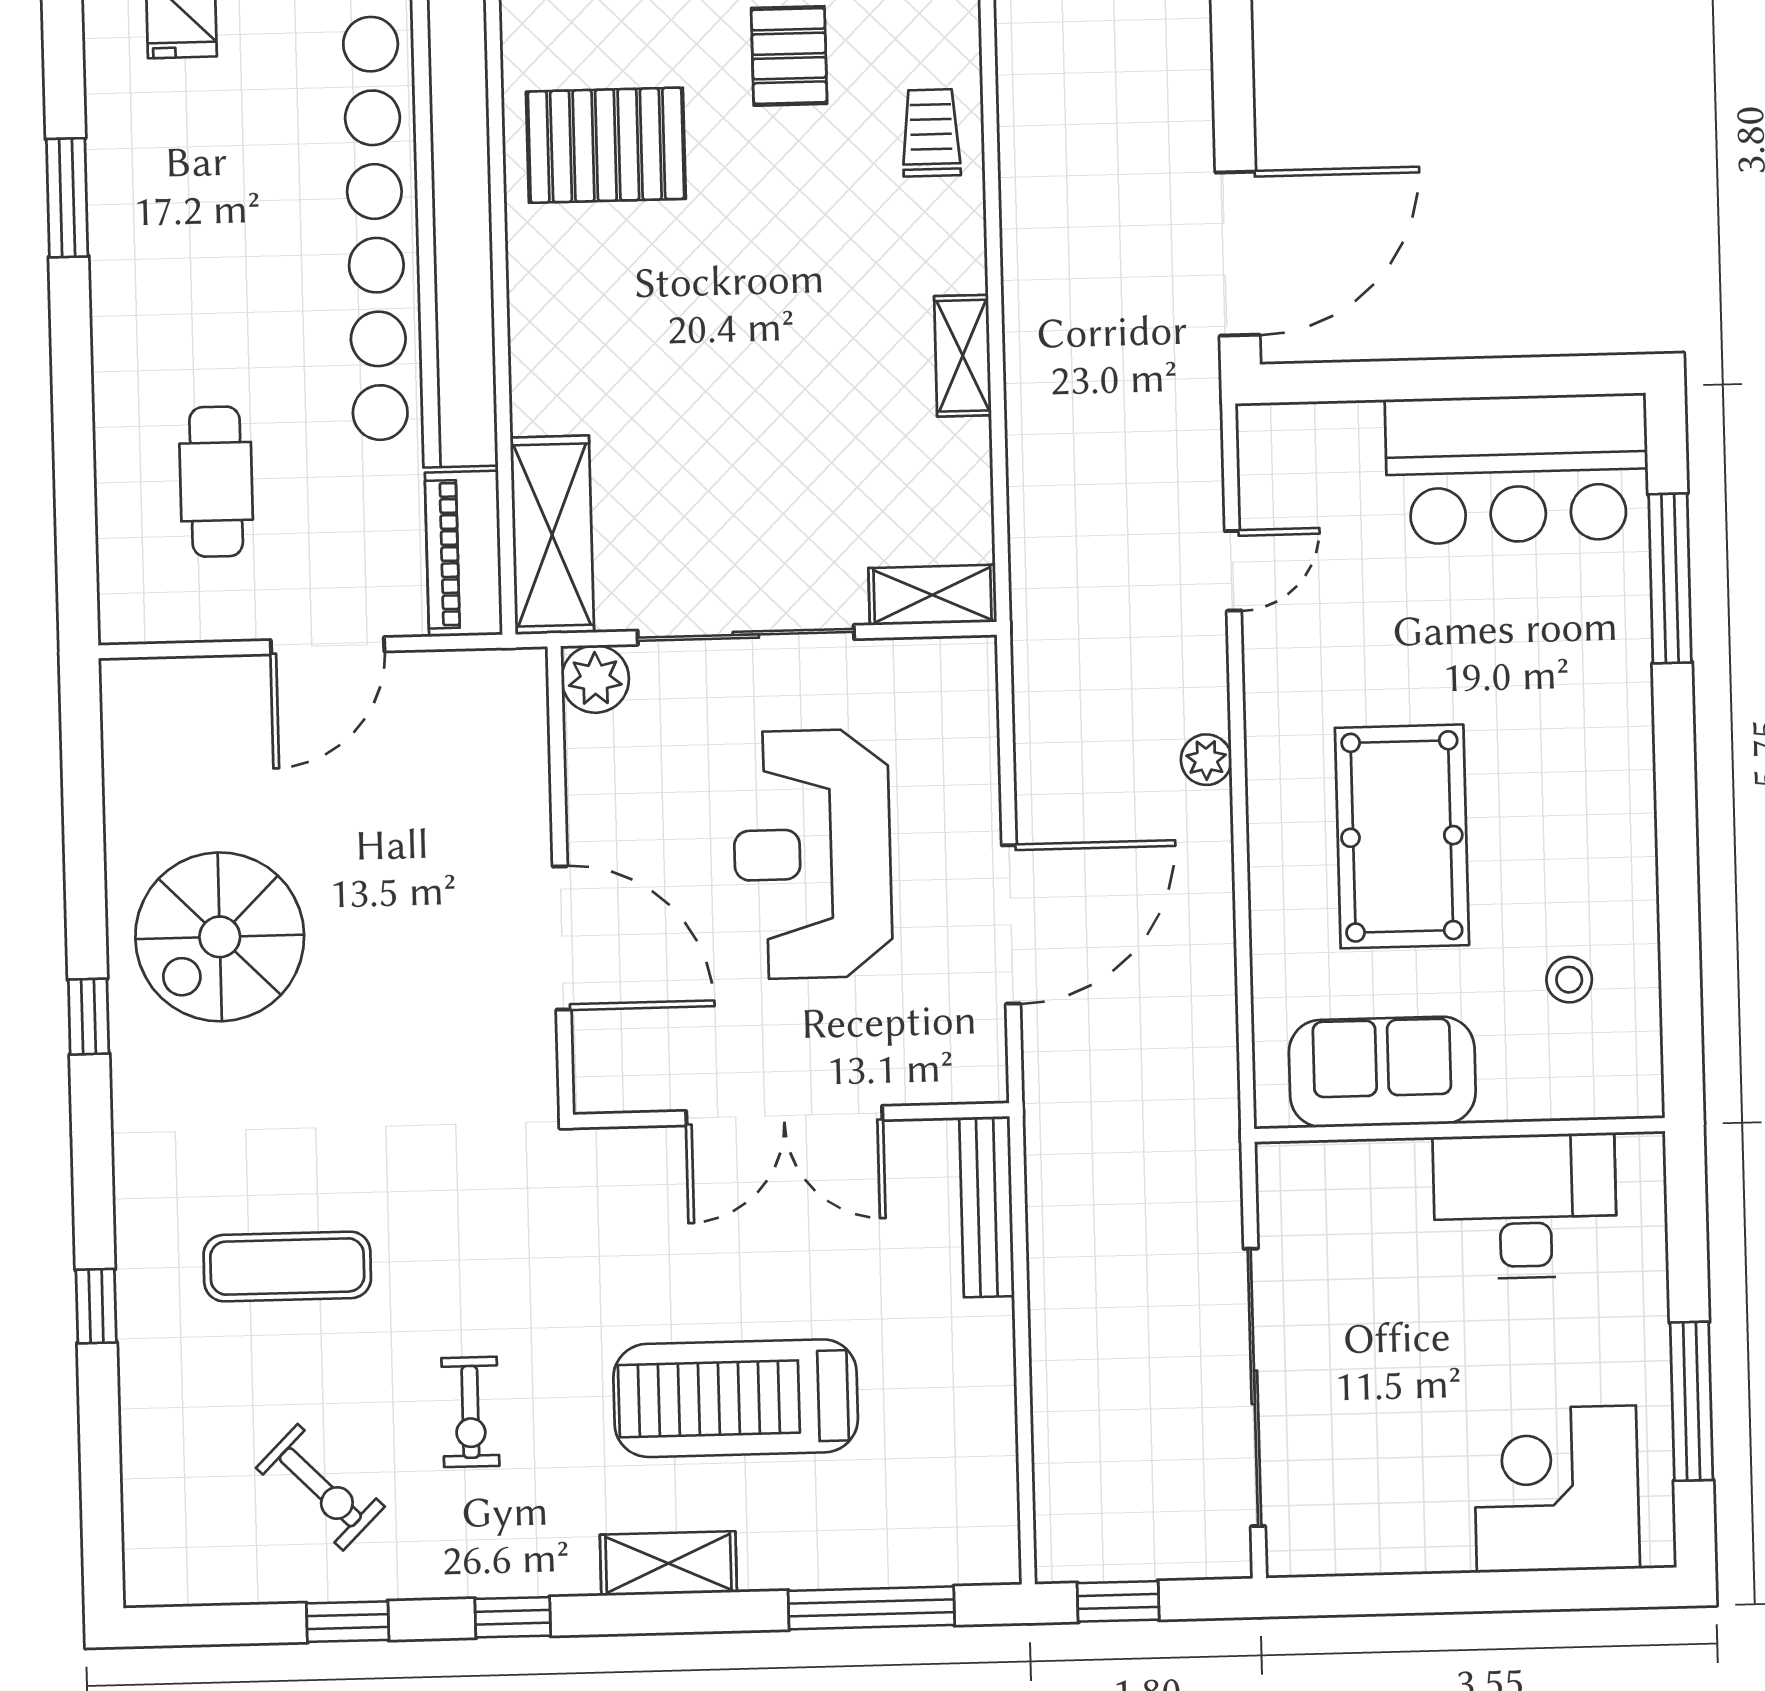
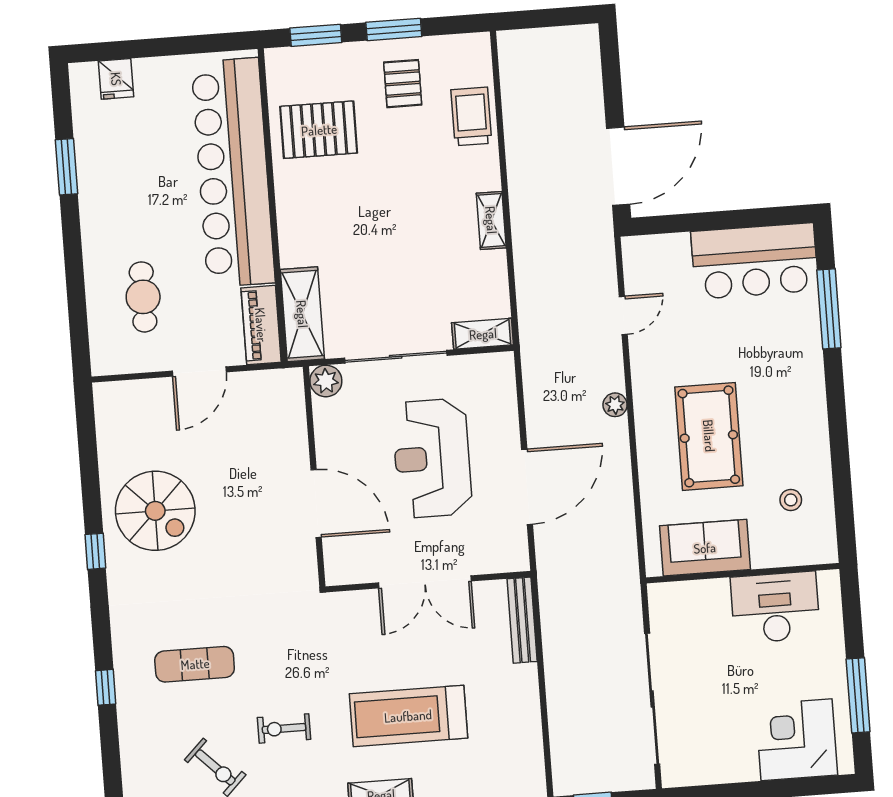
trolley: (931, 133) -> (471, 116), width x1.36, depth x1.39
spiral stairs: (220, 937) -> (155, 511), turned -90
exercise bike: (470, 1412) -> (284, 728), turned 90

